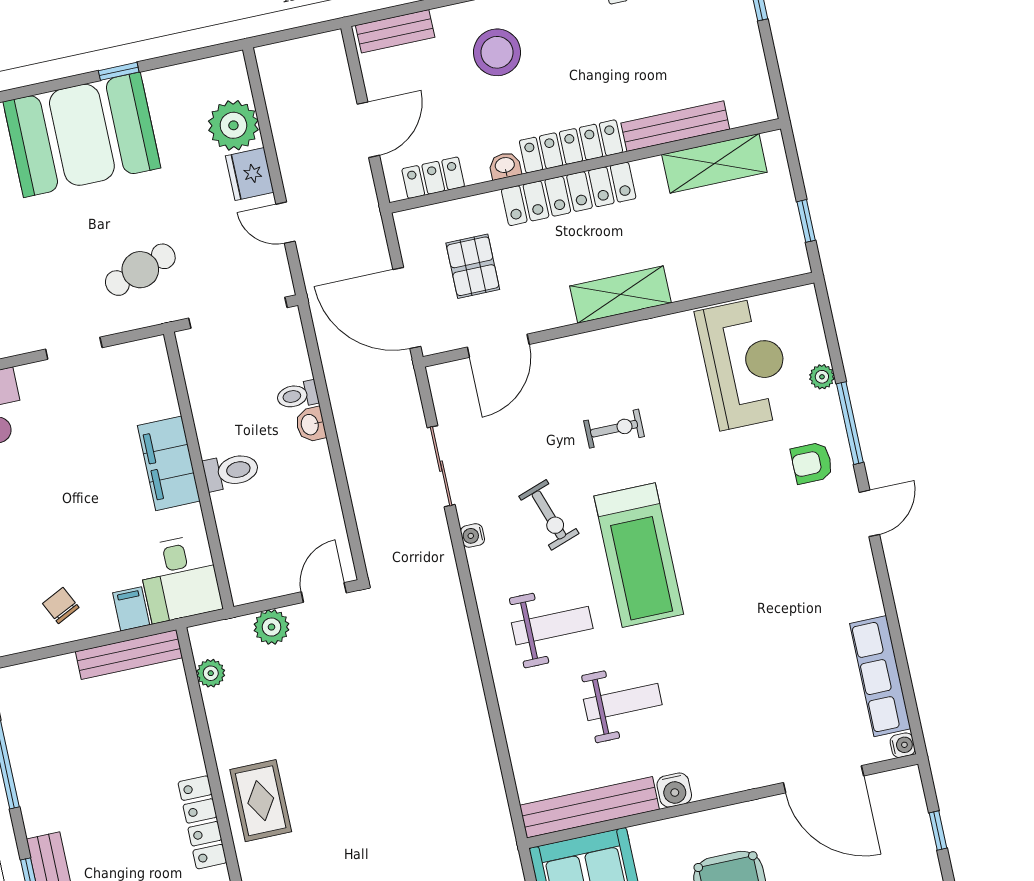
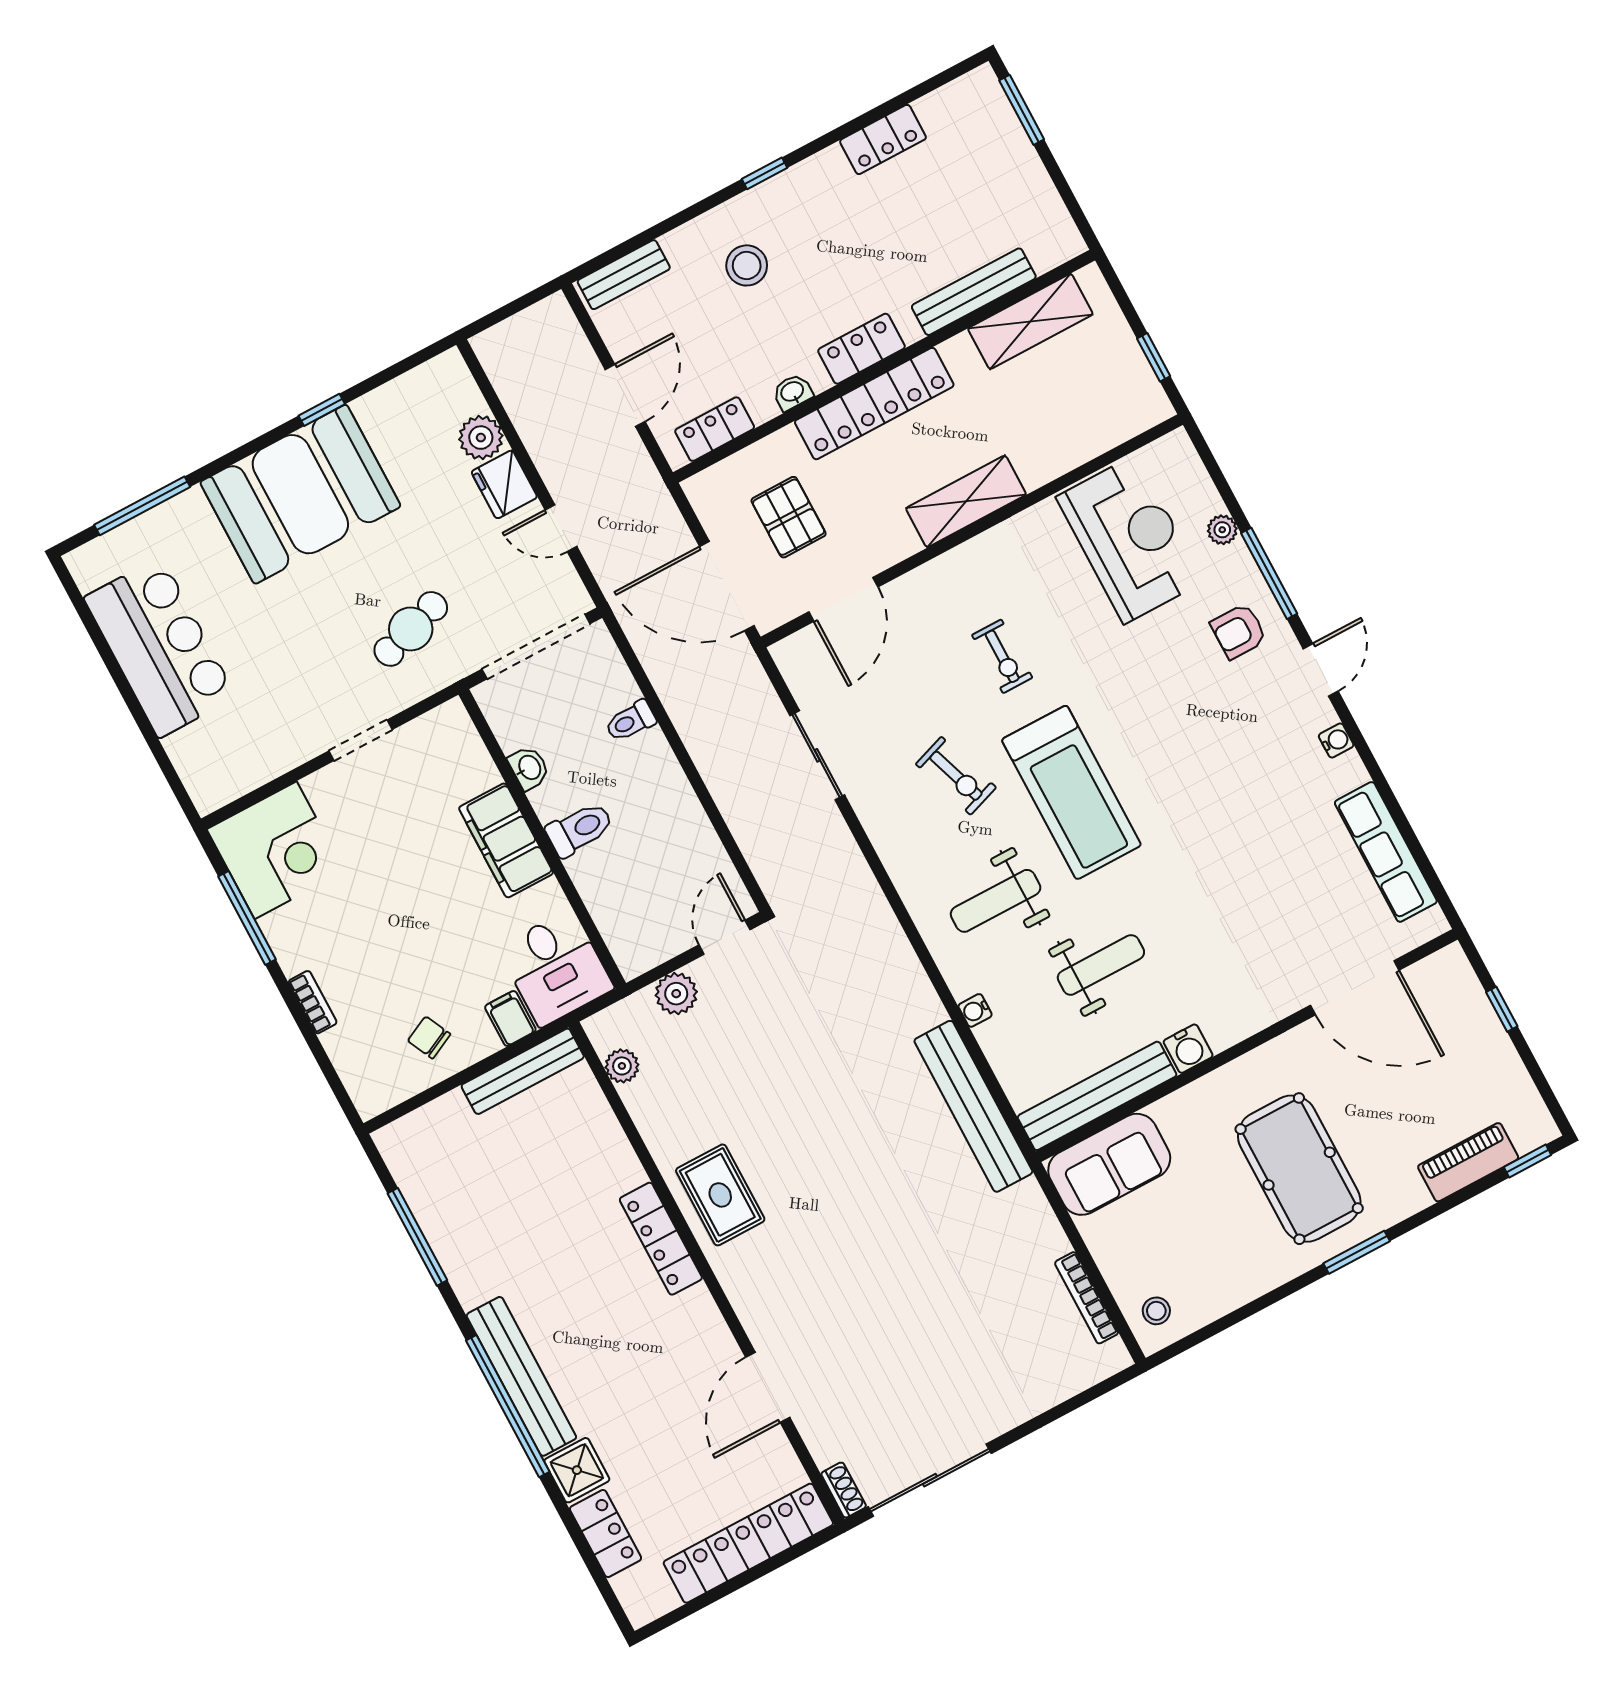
stool: (497, 52) -> (747, 265), width x0.73, depth x0.73
plant: (233, 125) -> (481, 438), width x0.73, depth x0.73
locker: (571, 146) -> (861, 349), width x0.66
washbasin: (311, 424) -> (529, 768), moved, turned 180
exercise bike: (614, 429) -> (1002, 656), turned 90
water cooler: (472, 535) -> (975, 1010), moved
weight bench: (552, 626) -> (996, 901), turned 180
water cooler: (903, 745) -> (1336, 740), moved
bench: (487, 787) -> (973, 1106), added

